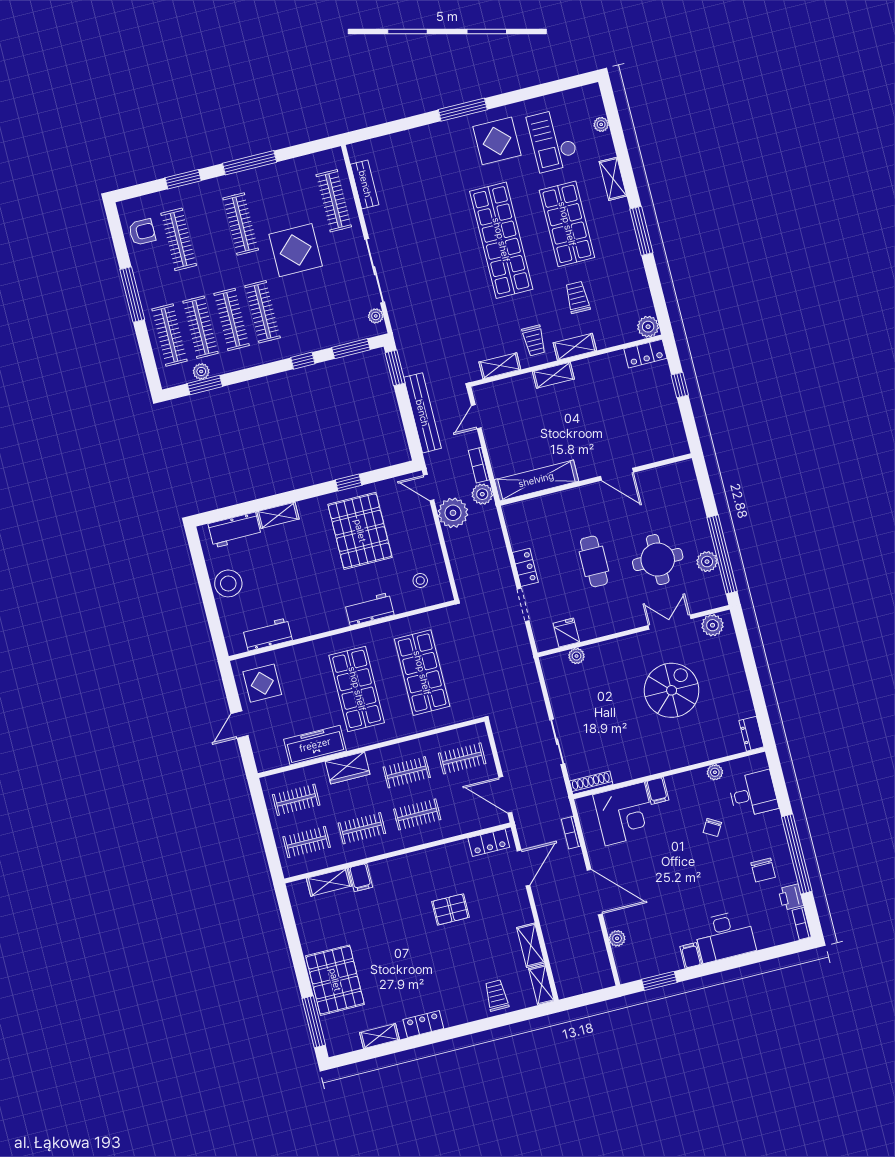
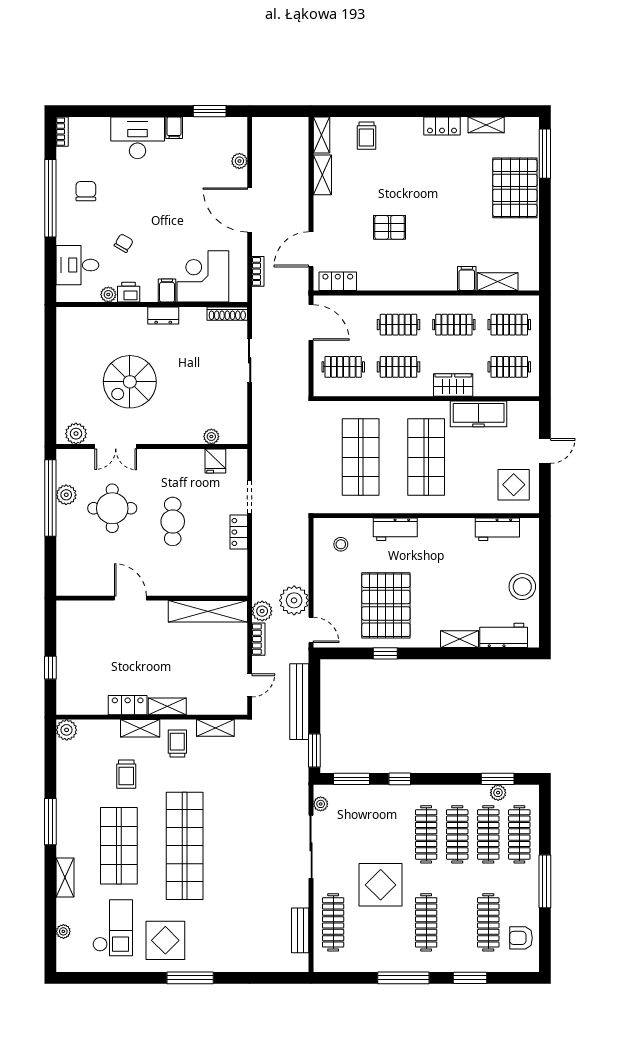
locker: (645, 354) -> (128, 705), moved
dresser: (751, 734) -> (163, 315), moved, turned 90
printer: (791, 897) -> (129, 292), moved, turned -90

